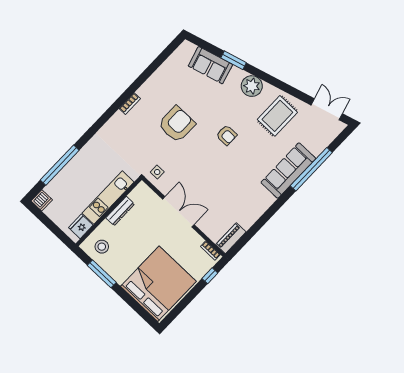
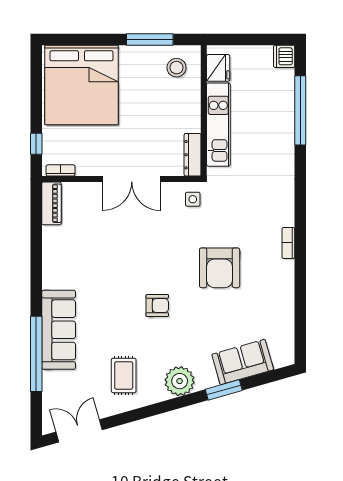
double door: (327, 109) -> (79, 431), swing flipped
rug: (277, 116) -> (124, 375), width x0.73, depth x0.70
armchair: (227, 135) -> (157, 306), turned 180
dresser: (120, 211) -> (193, 155), moved

